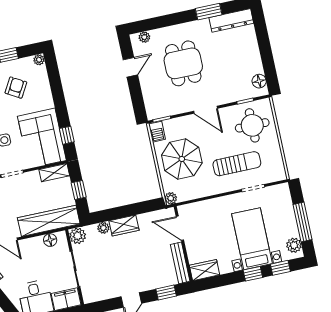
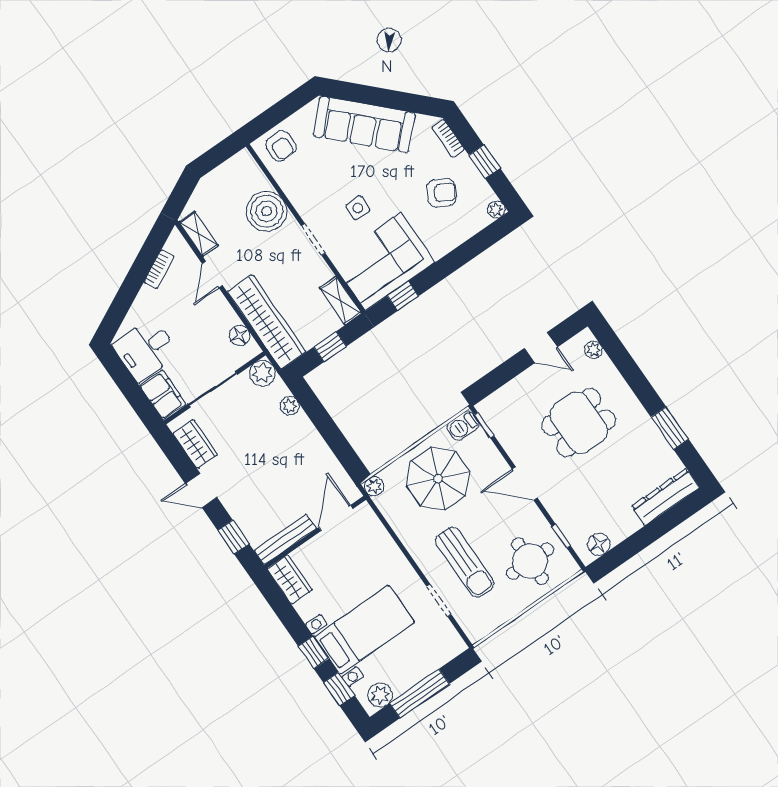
dresser: (231, 20) -> (665, 497), moved, turned 90
door: (206, 110) -> (525, 483), hinge flipped
wardrobe: (124, 226) -> (195, 444), moved, turned 180

